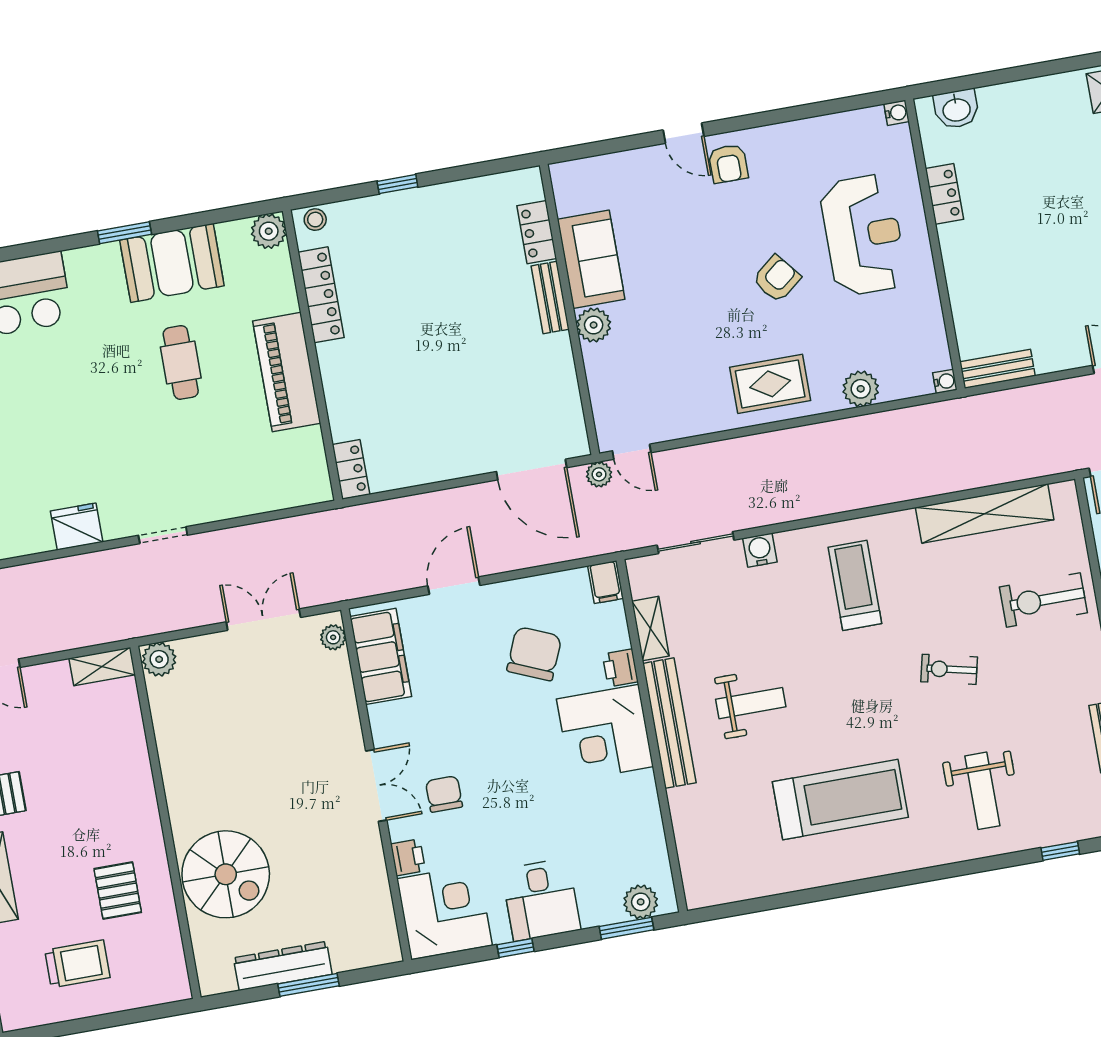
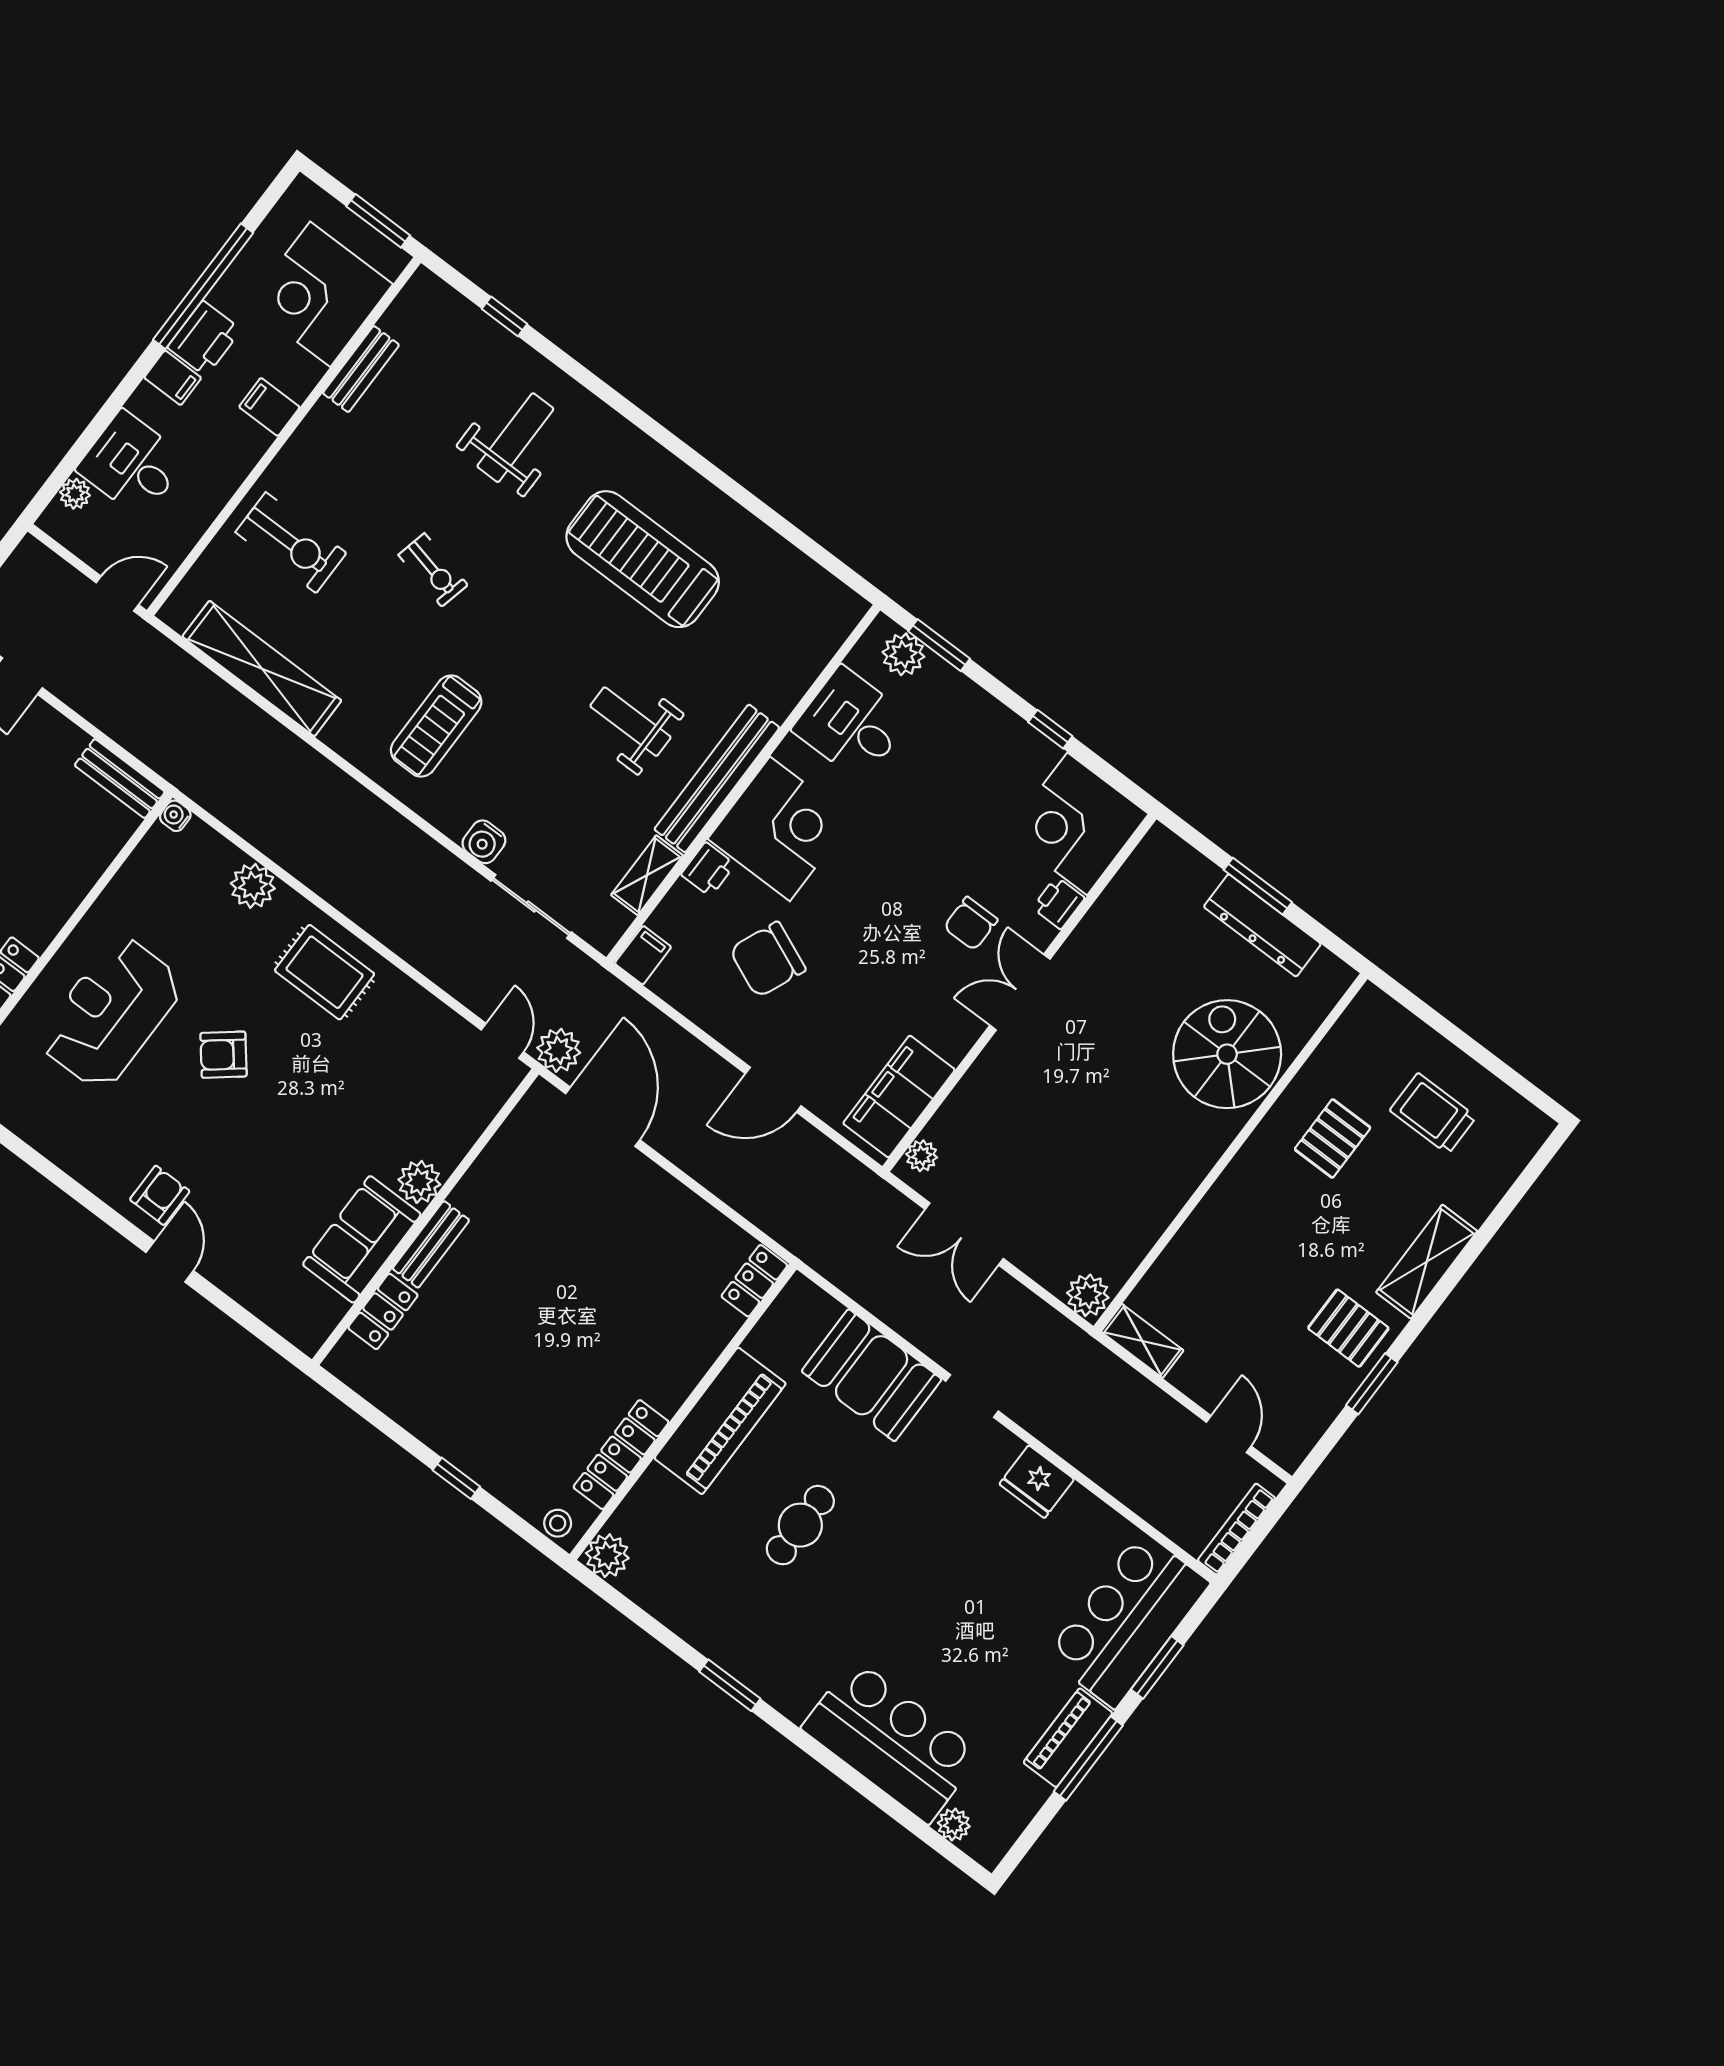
booth: (172, 263) -> (872, 1375), moved
plant: (599, 474) -> (559, 1050), width x1.38, depth x1.38
desk: (541, 900) -> (852, 724), moved, turned -90

